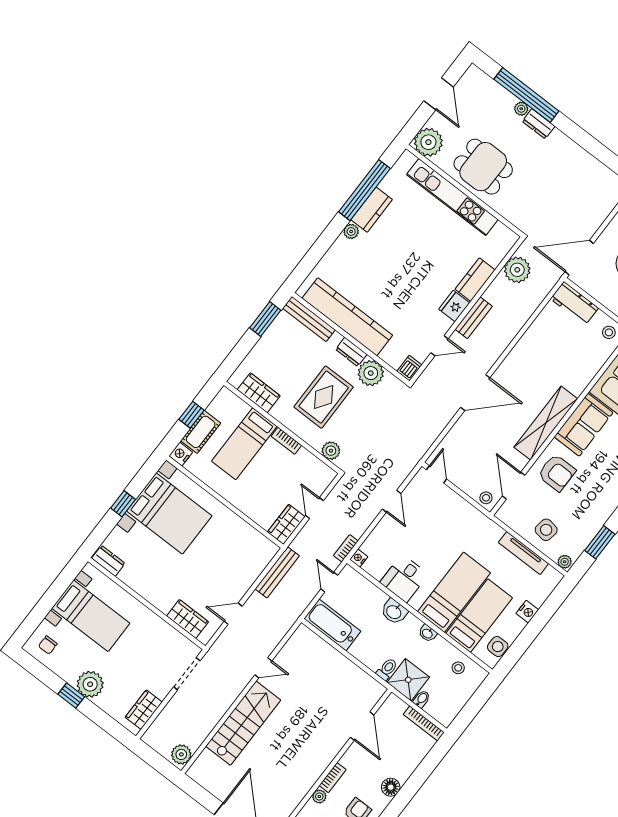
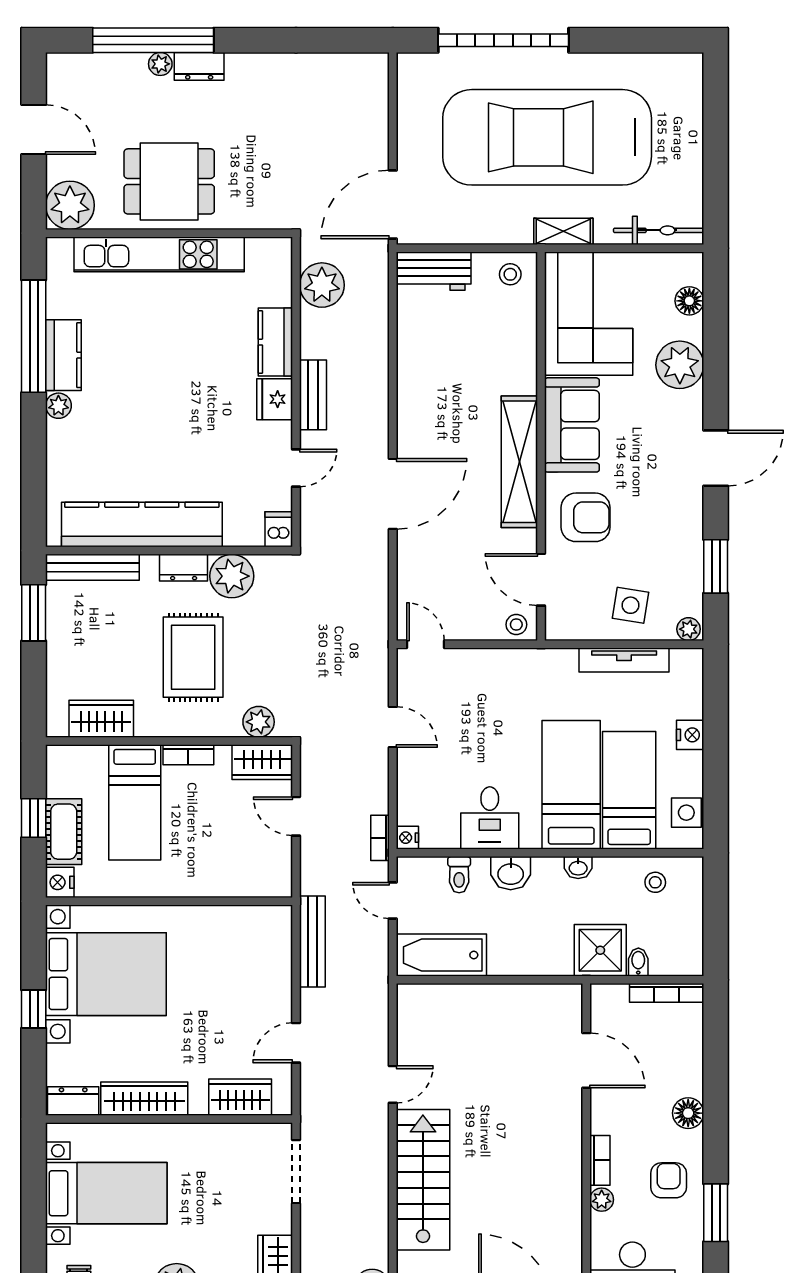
wardrobe: (286, 524) -> (262, 762), moved, turned -90
wardrobe: (142, 585) -> (144, 1099), added
toilet: (387, 669) -> (459, 875), moved, turned 180

